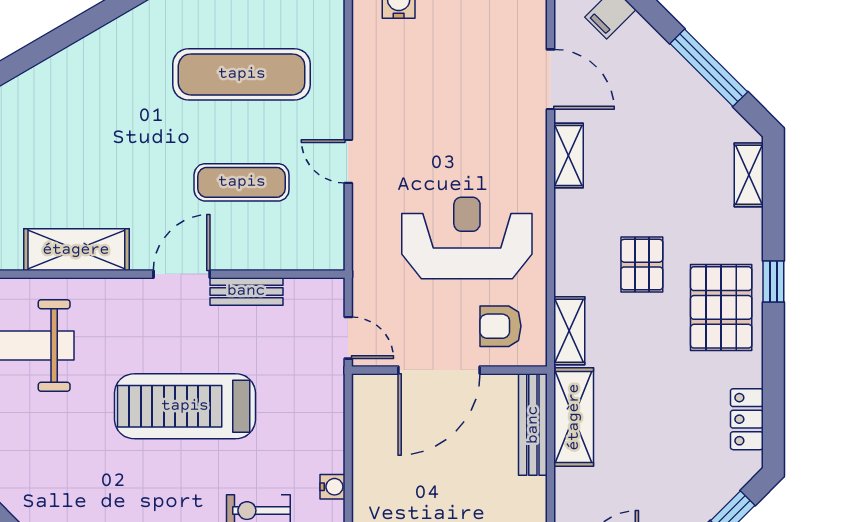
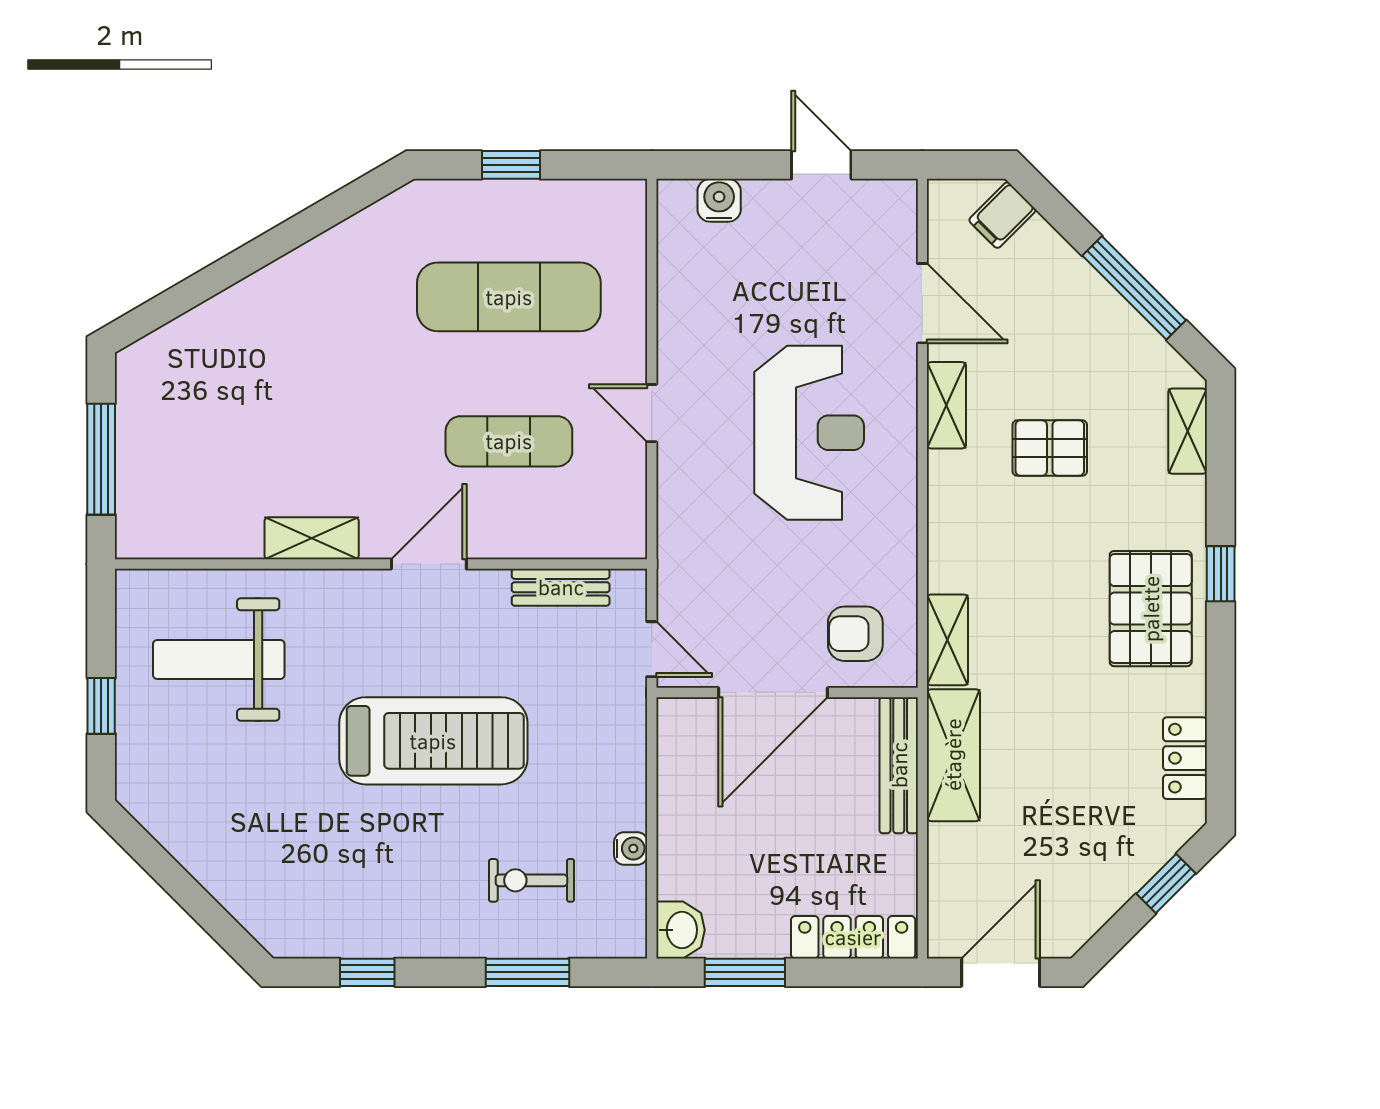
reception desk: (467, 238) -> (809, 433), moved, turned 90
shelving: (76, 250) -> (312, 538), width x0.67, depth x0.75
pallet: (642, 265) -> (1050, 448), moved, turned 90
bench: (246, 291) -> (561, 587), moved
treadmill: (185, 406) -> (433, 741), turned 180

